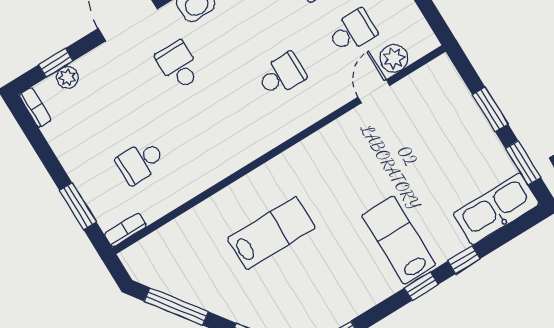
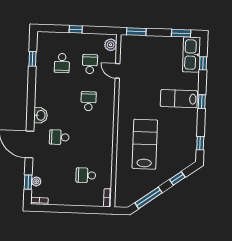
plant: (394, 58) -> (111, 45), moved
window: (490, 109) -> (136, 32), moved
school desk: (140, 162) -> (86, 175), turned 90
window: (78, 206) -> (87, 210), removed
lab bench: (271, 233) -> (145, 144), width x1.36, depth x1.39
window: (464, 260) -> (203, 63), moved

